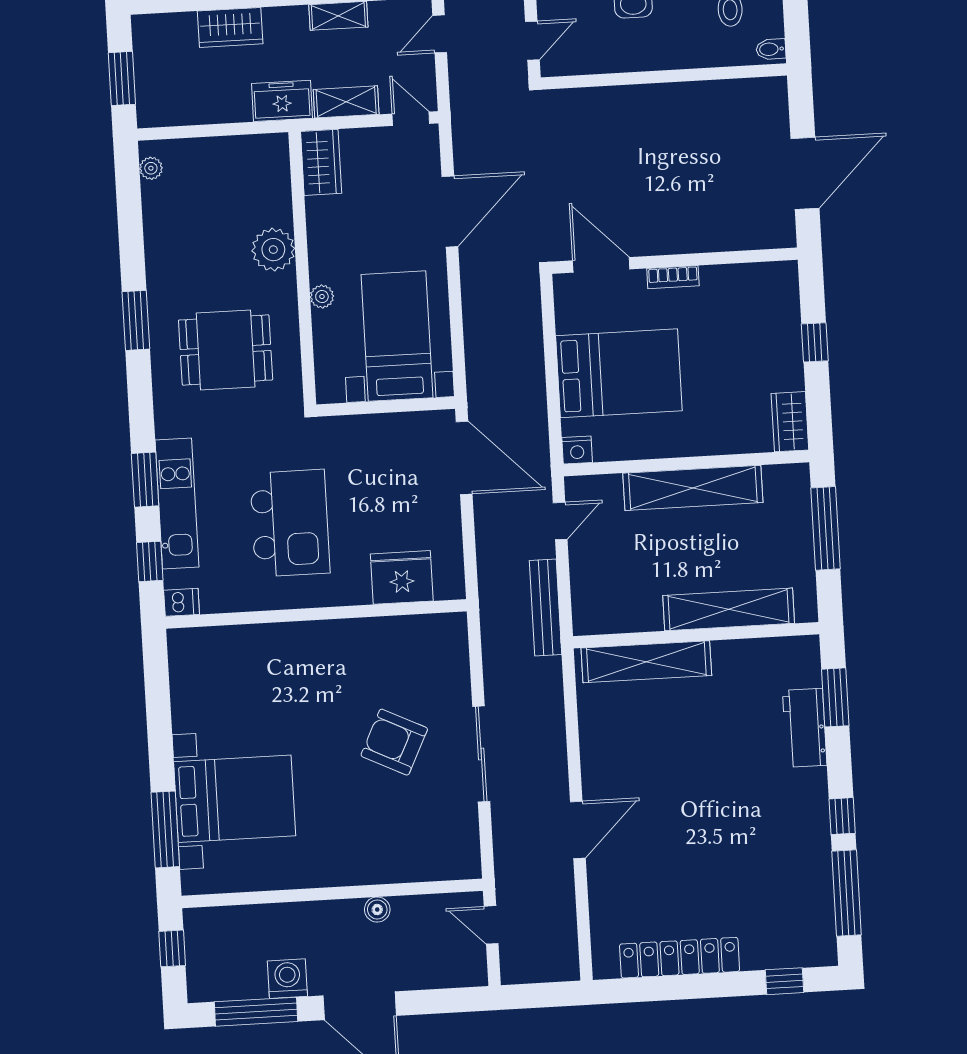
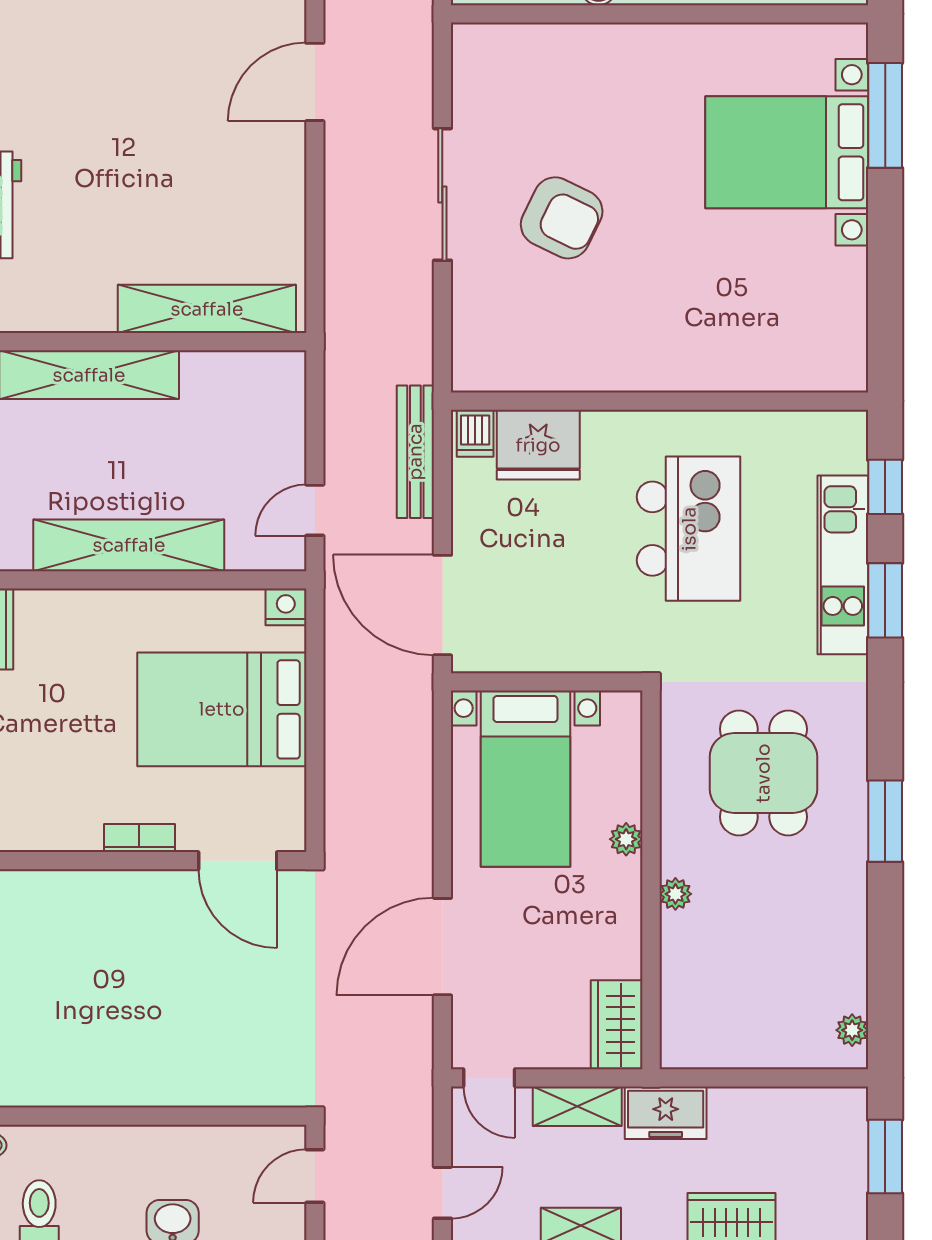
plant: (273, 250) -> (675, 894), width x0.53, depth x0.53
dining table: (226, 350) -> (763, 773), turned 90
kitchen island: (290, 523) -> (689, 529), turned 180
dishwasher: (182, 602) -> (475, 433), moved, turned -90
bench: (546, 608) -> (415, 452), moved

